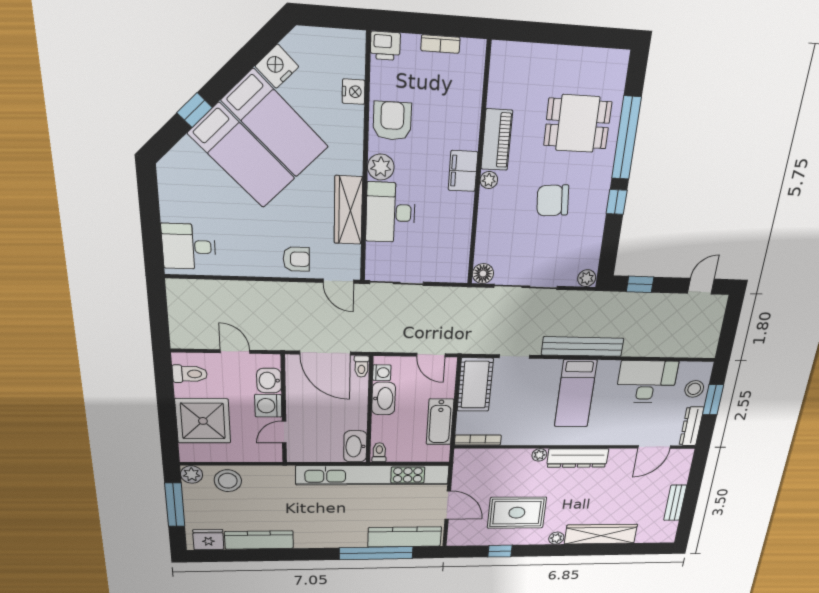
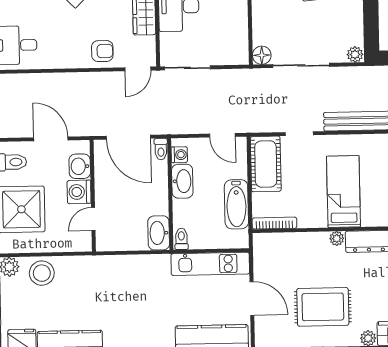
door: (338, 281) -> (138, 69), hinge flipped
door: (235, 351) -> (51, 139), width x1.38
bed: (576, 394) -> (344, 192), moved, turned 180
kitchen unit: (373, 475) -> (210, 264), width x0.54

